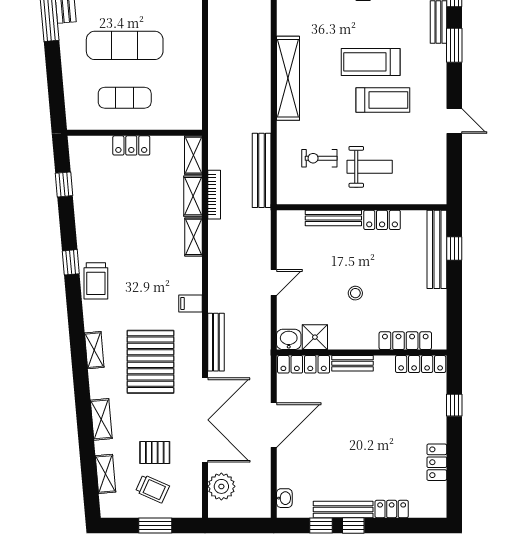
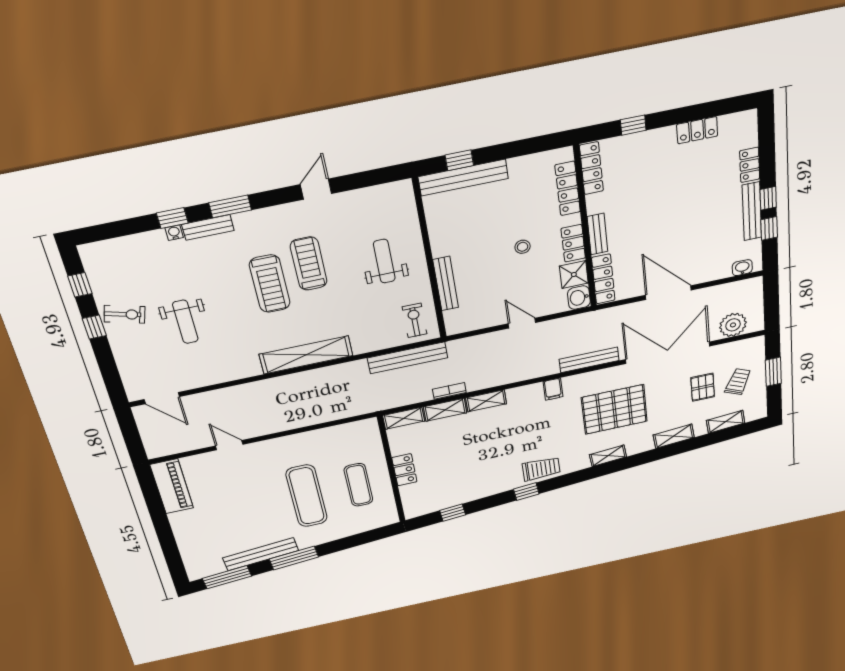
exercise bike: (319, 158) -> (415, 320), moved, turned 180
bookcase: (214, 195) -> (449, 391), width x0.64
locker: (382, 220) -> (573, 243), moved, turned 180

